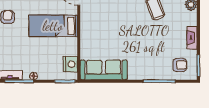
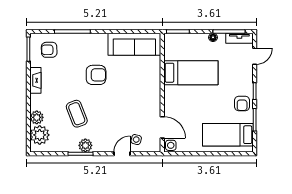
bed: (53, 26) -> (191, 73), moved
armchair: (138, 43) -> (96, 75), added
nightstand: (70, 64) -> (172, 51), removed

